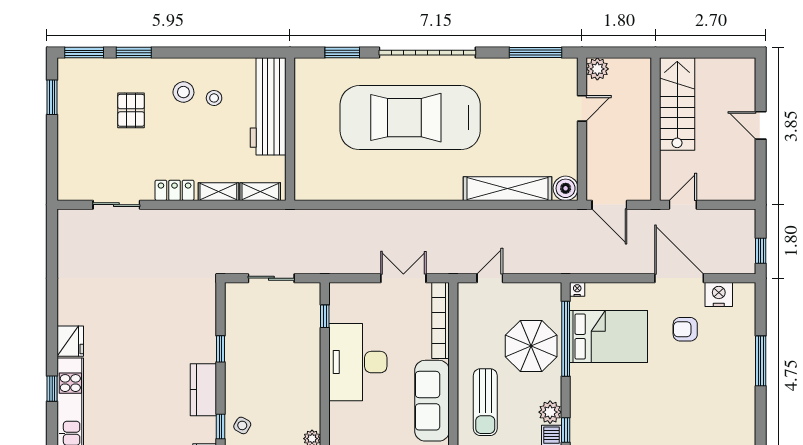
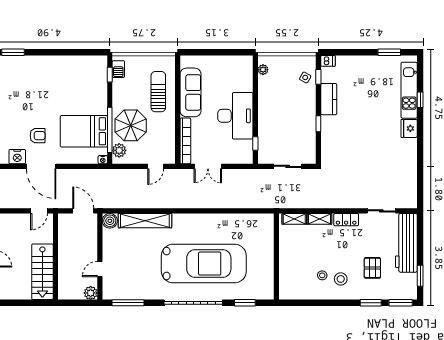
workbench: (268, 106) -> (406, 243), moved, turned 180
plant: (550, 412) -> (119, 150), moved

